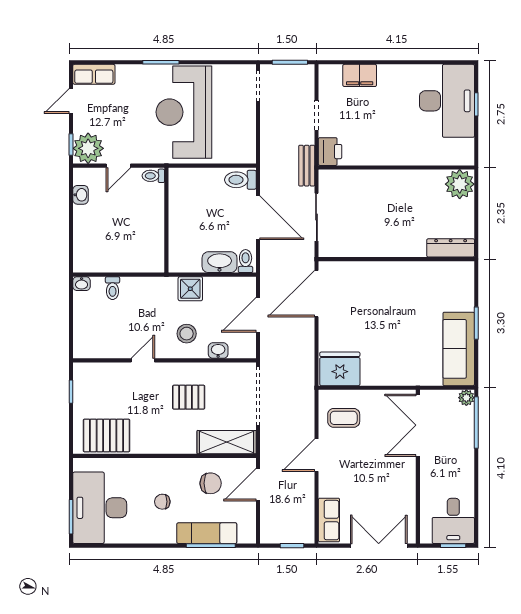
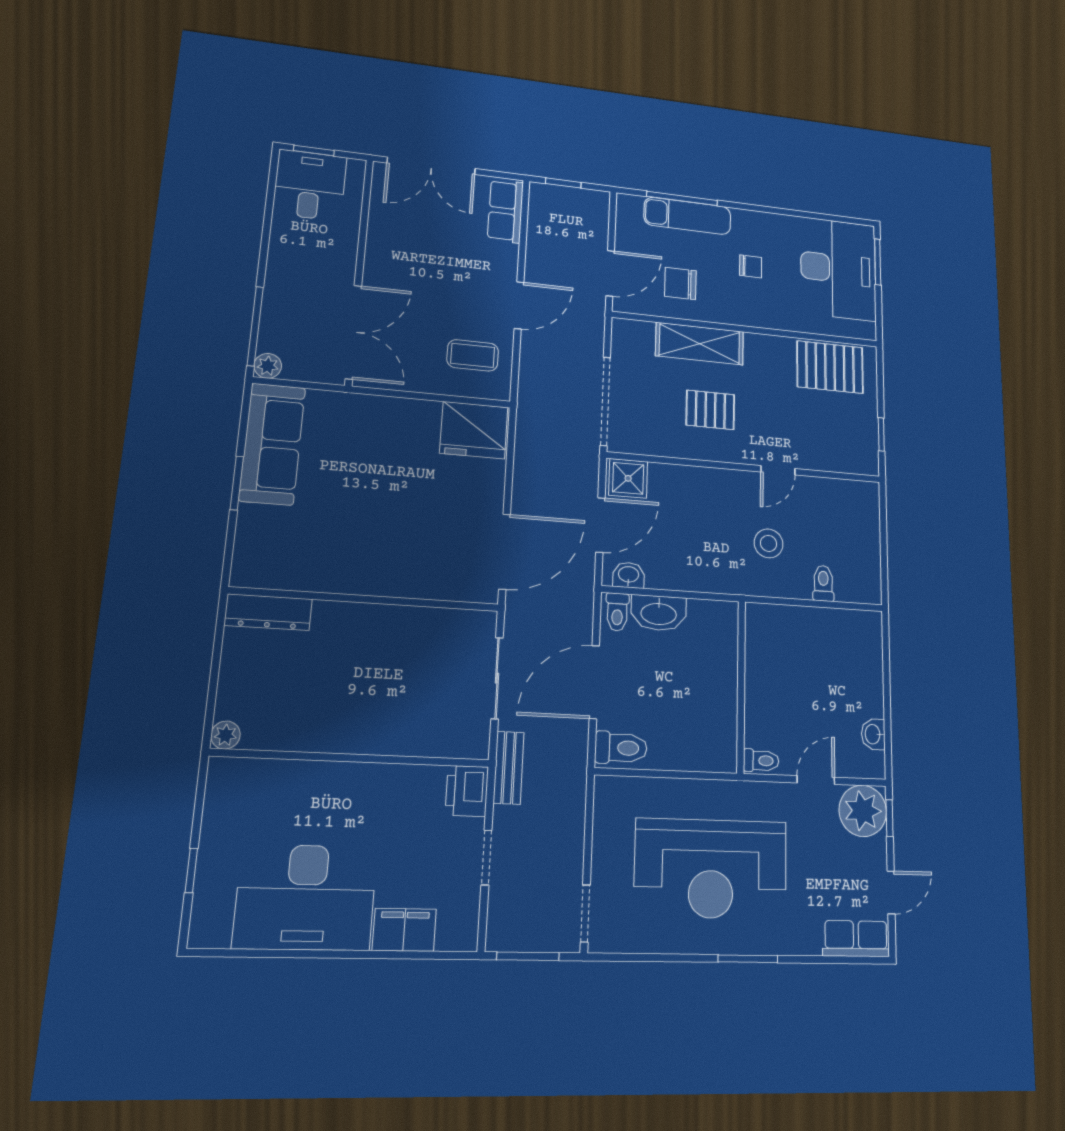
desk: (447, 101) -> (306, 897), moved, turned -90
reception desk: (184, 112) -> (711, 869), turned 90
plant: (460, 184) -> (225, 735), width x0.53, depth x0.53
door: (258, 218) -> (594, 682), hinge flipped
washbasin: (82, 284) -> (869, 594), removed
shower: (190, 289) -> (628, 478), moved
stool: (187, 334) -> (769, 543), moved
washbasin: (218, 351) -> (629, 575), moved, turned 180
shelving: (227, 442) -> (700, 344), moved

